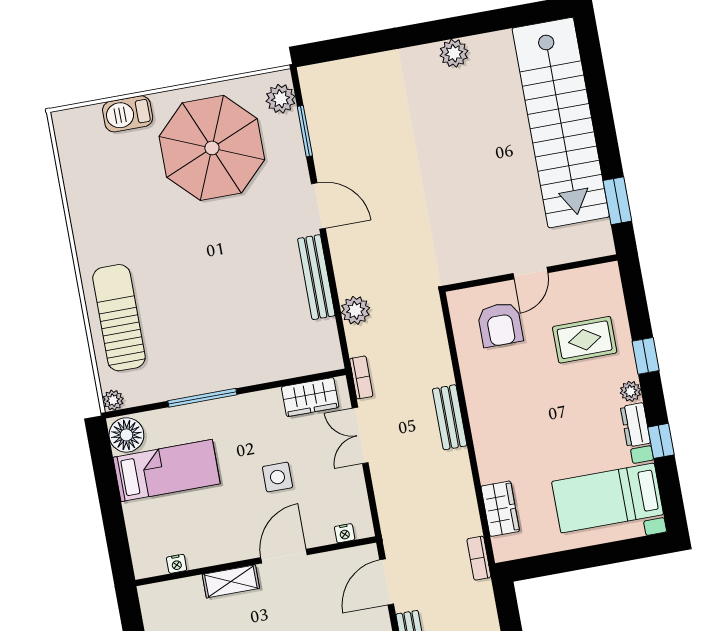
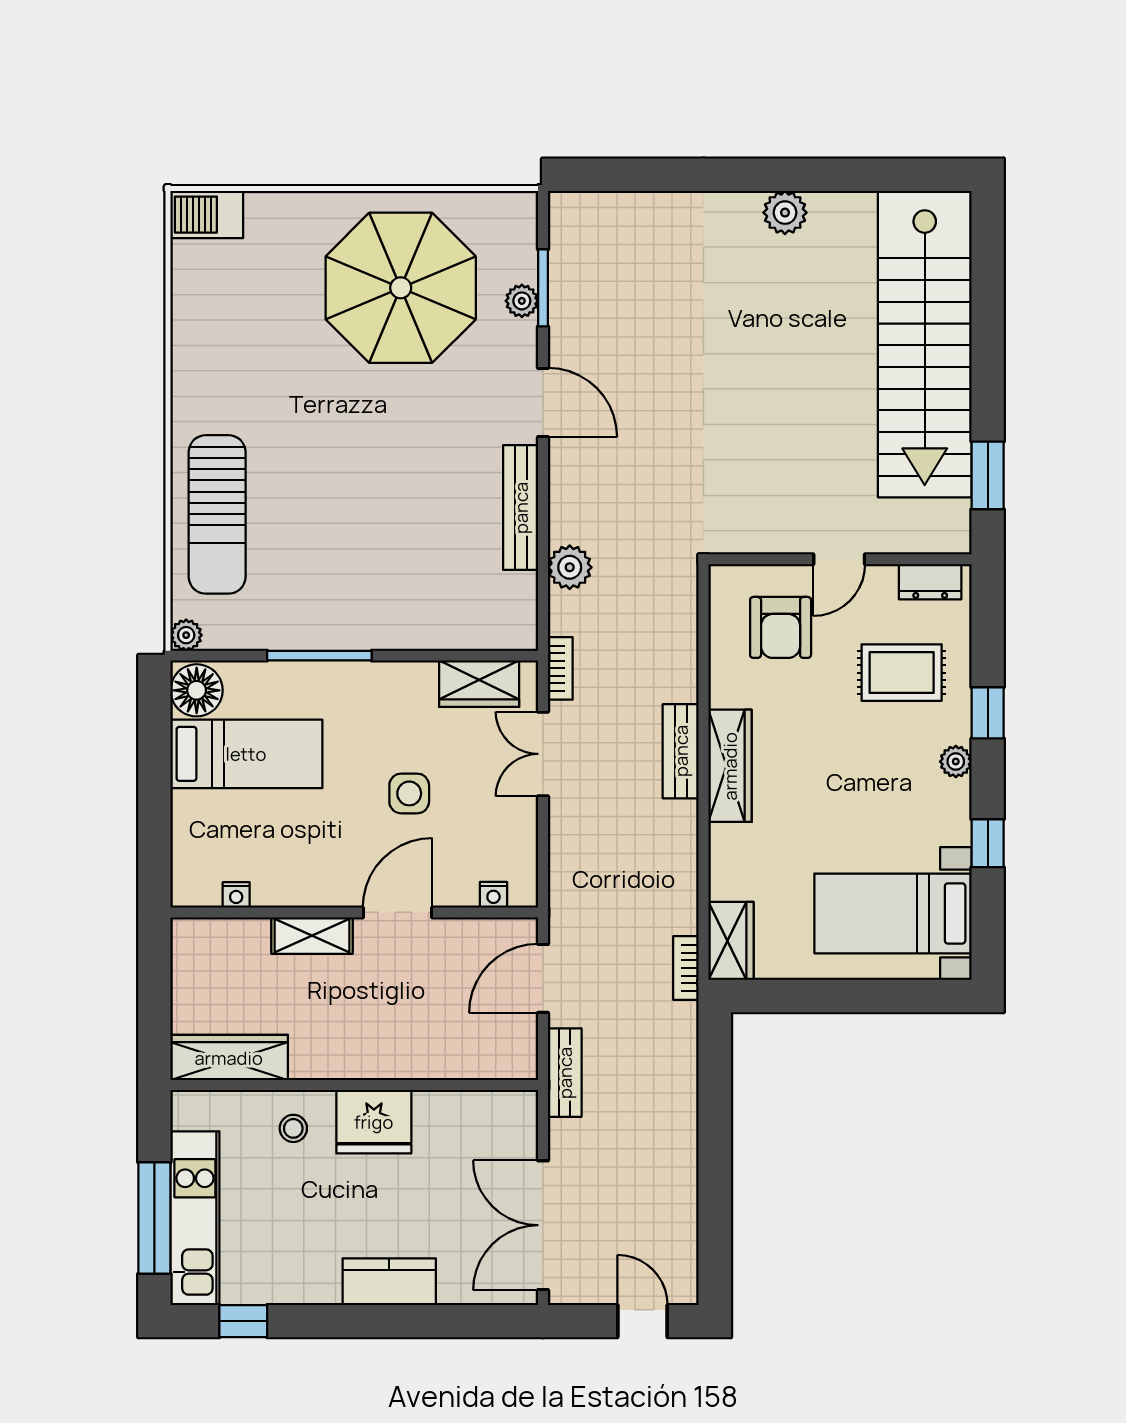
plant: (281, 99) -> (522, 301), moved, width x0.73, depth x0.73
barbecue: (128, 114) -> (207, 215), moved
sun lounger: (119, 318) -> (217, 514), turned 180
wardrobe: (484, 421) -> (730, 766), added
dresser: (635, 425) -> (930, 582), moved, turned -90
wardrobe: (500, 509) -> (731, 941), moved

